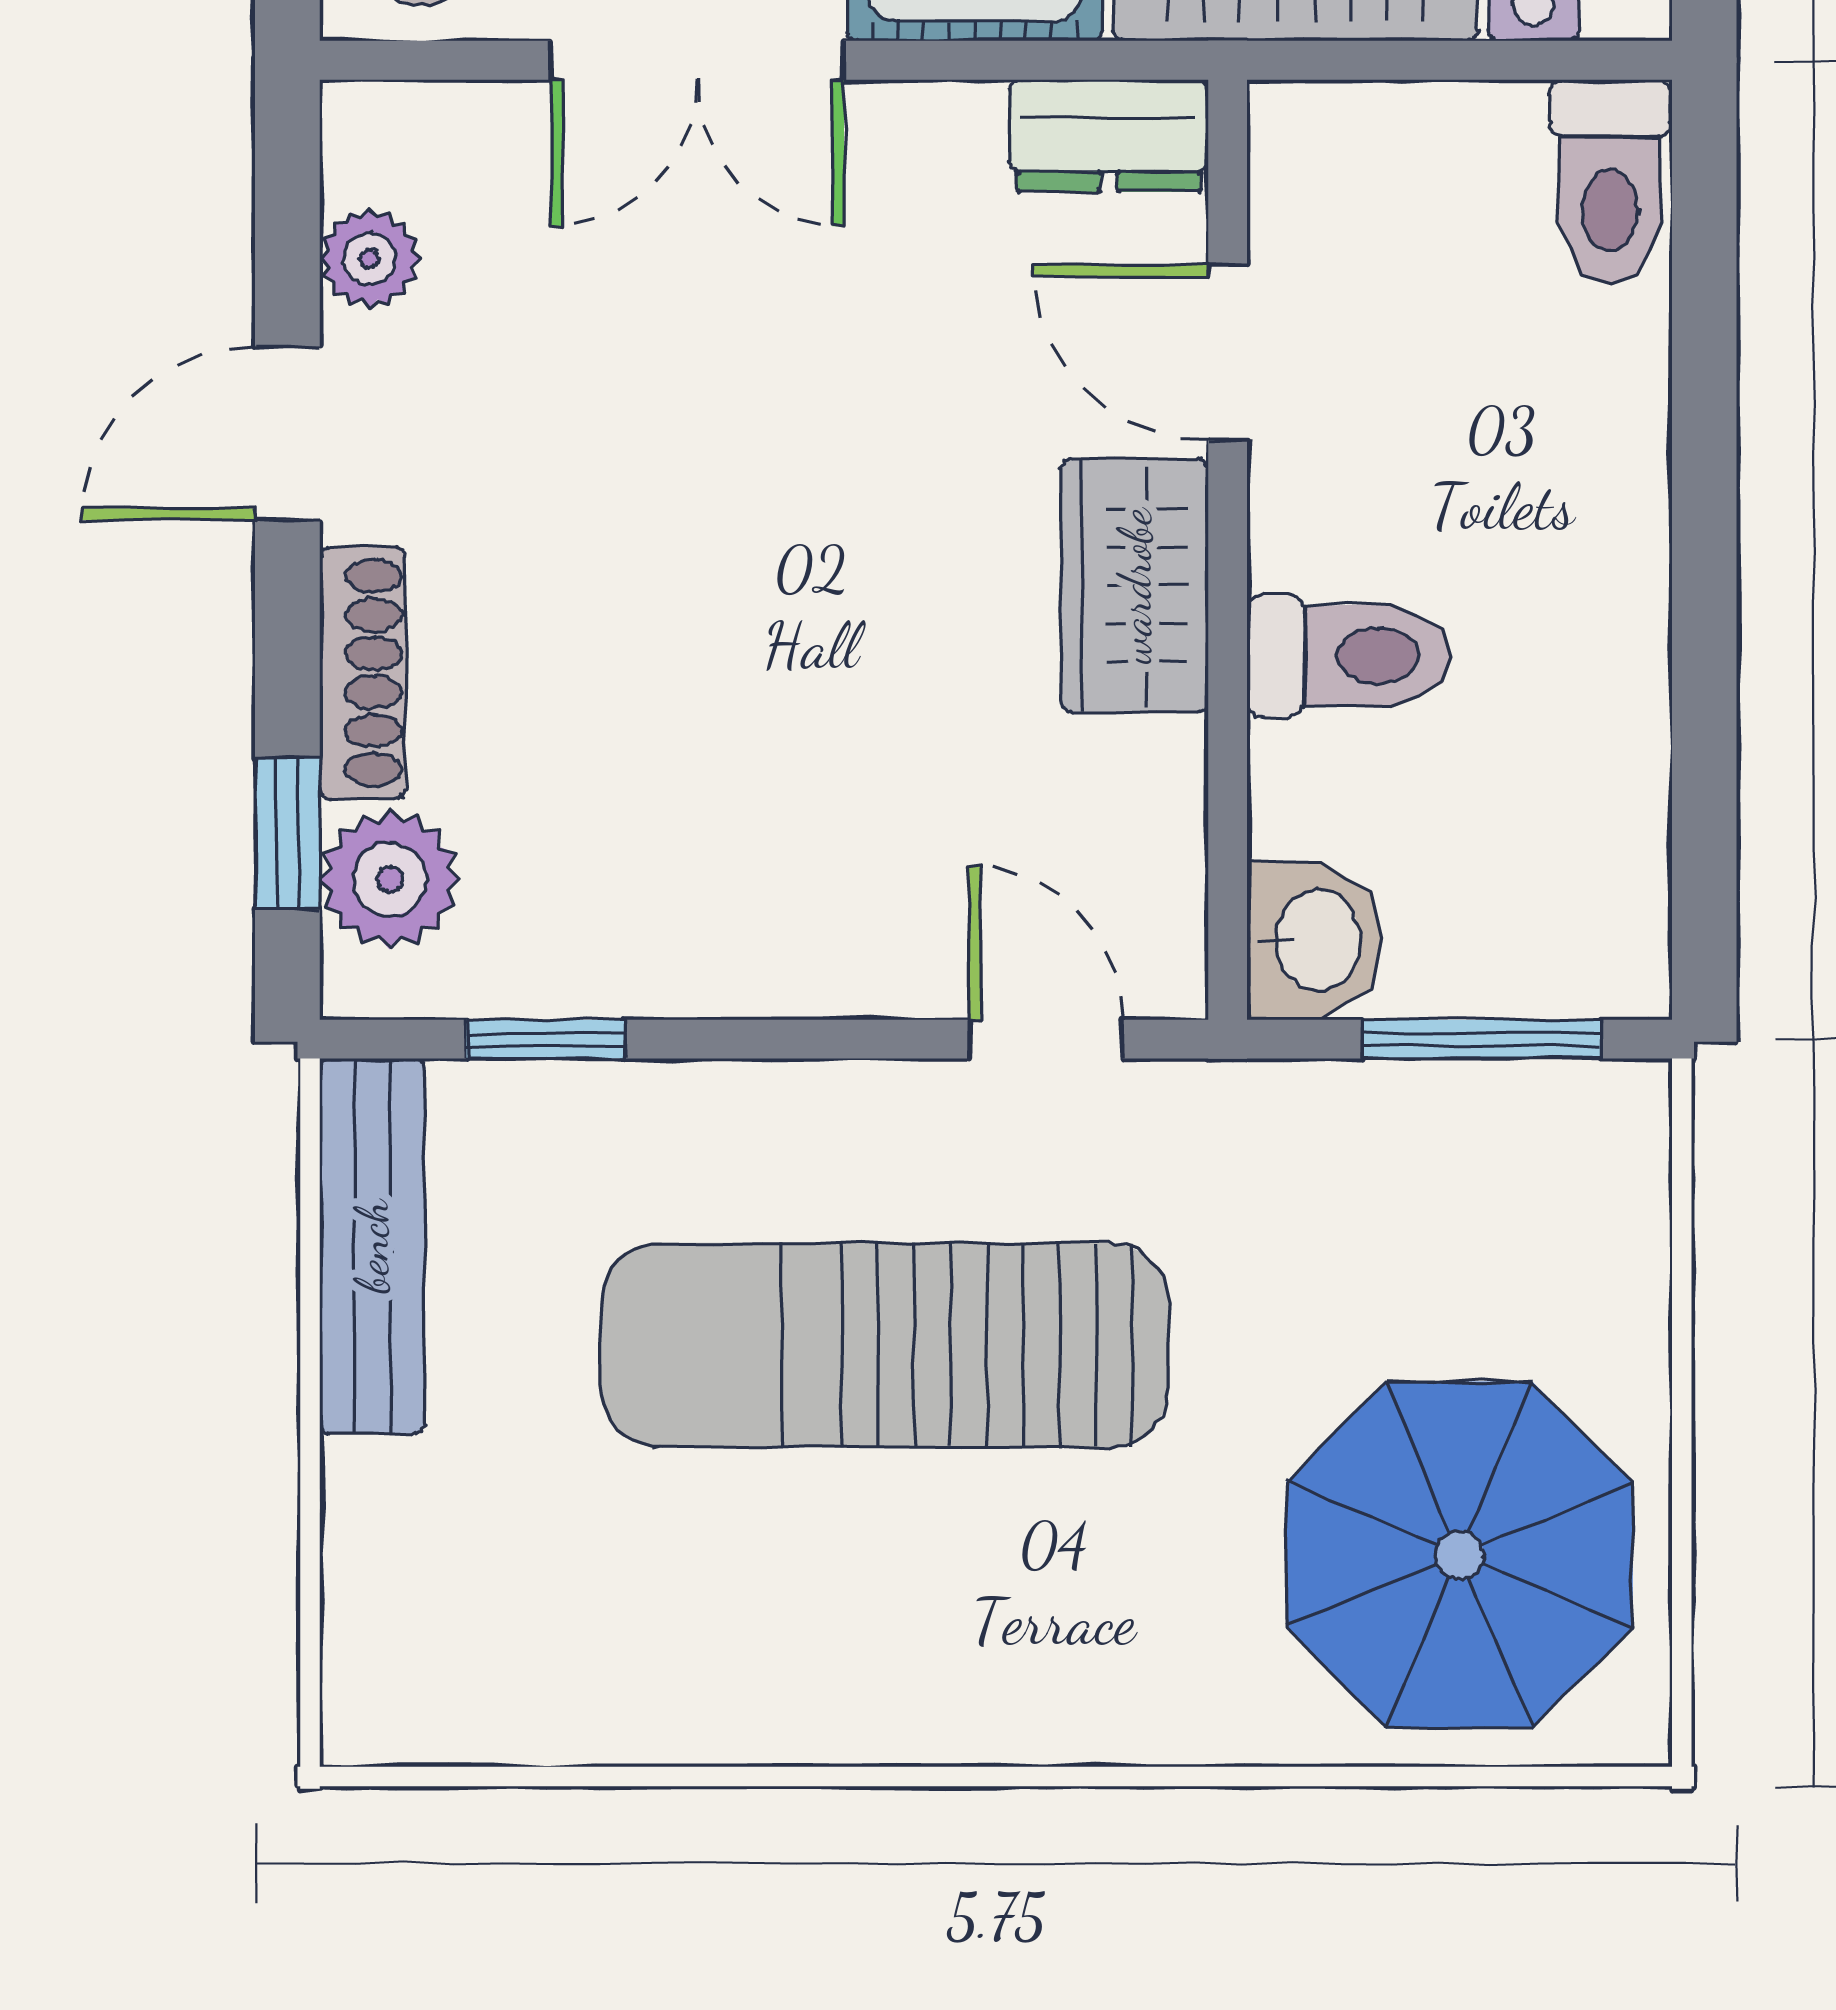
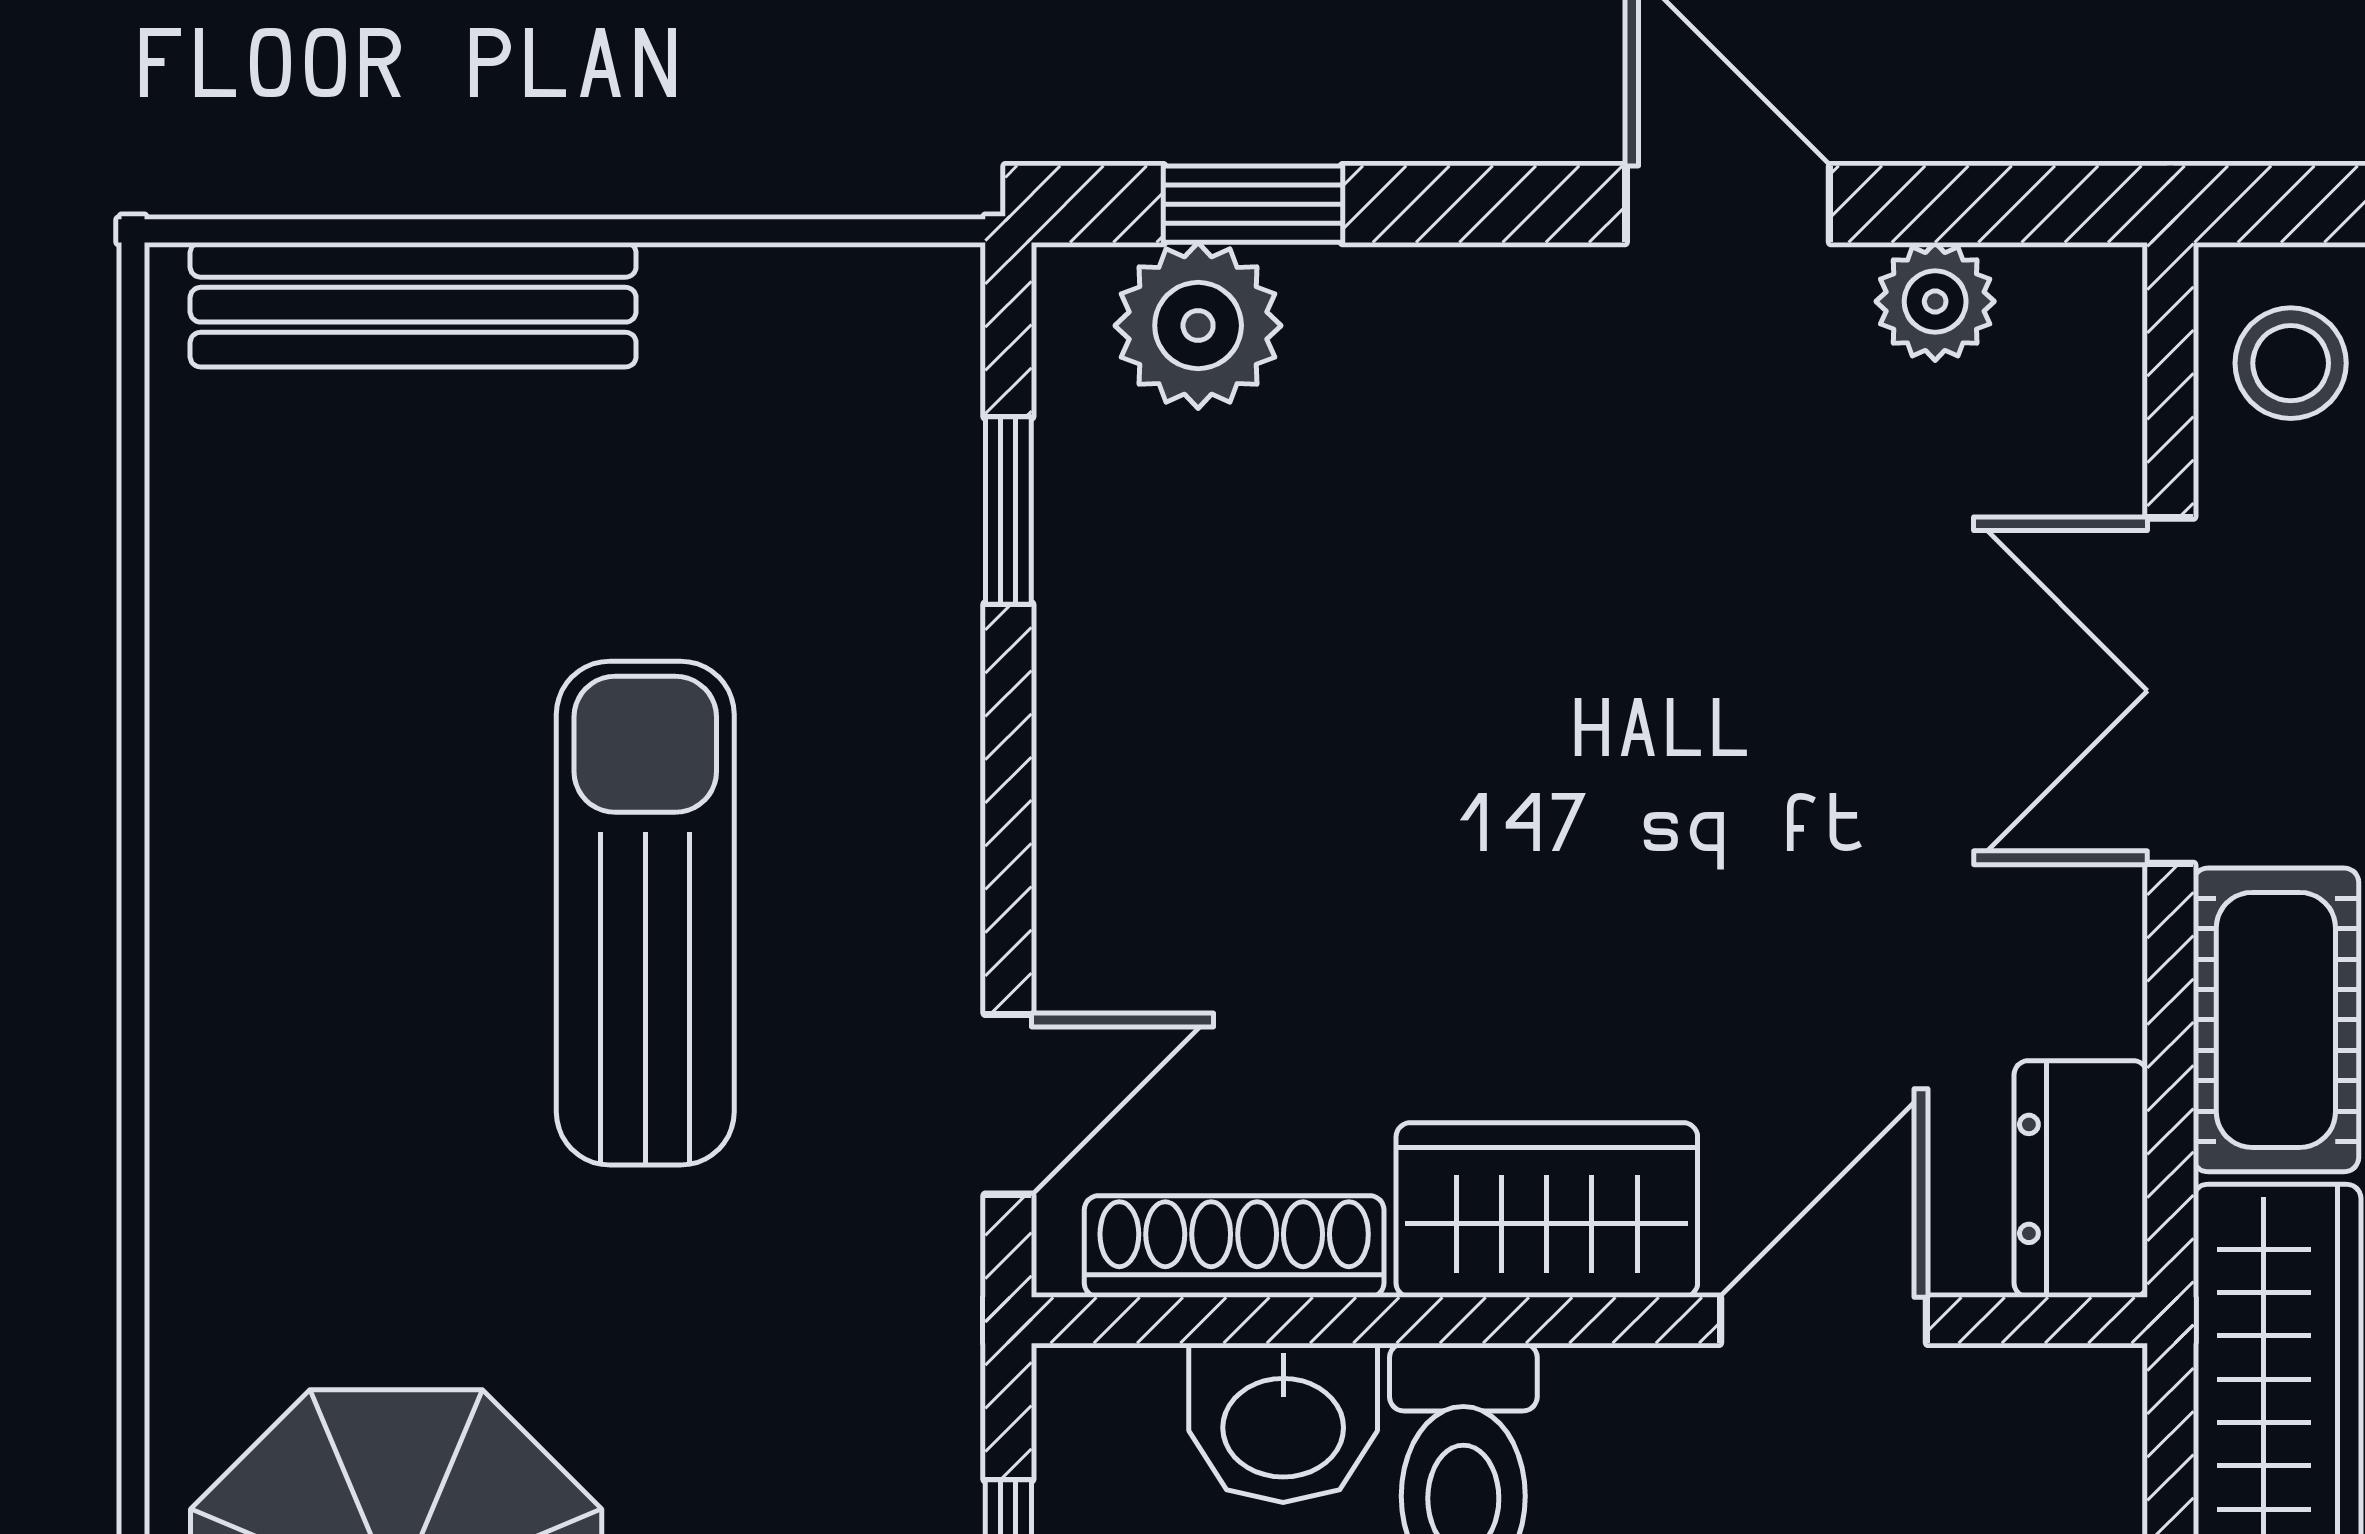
shoe rack: (363, 673) -> (1234, 1246), moved, turned 180
washbasin: (1314, 940) -> (1283, 1423), moved
bench: (372, 1246) -> (413, 305), moved
sun lounger: (885, 1345) -> (645, 913), width x0.73, depth x0.75

